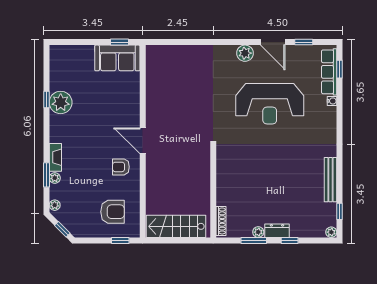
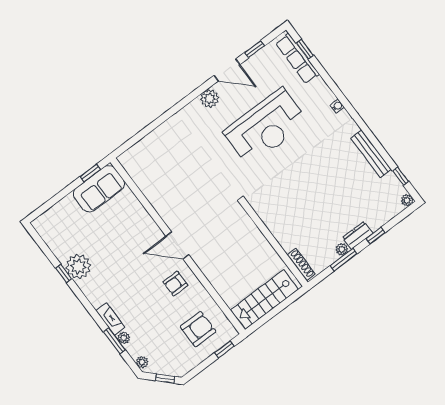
water cooler: (332, 101) -> (337, 106), moved

